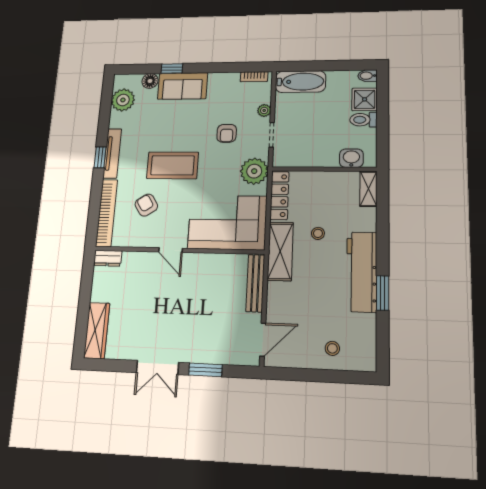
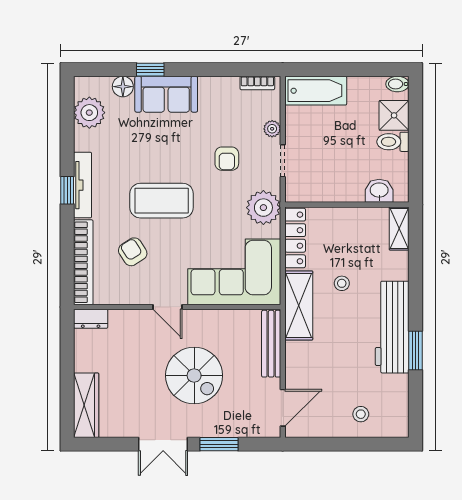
spiral stairs: (188, 308) -> (194, 375), added

